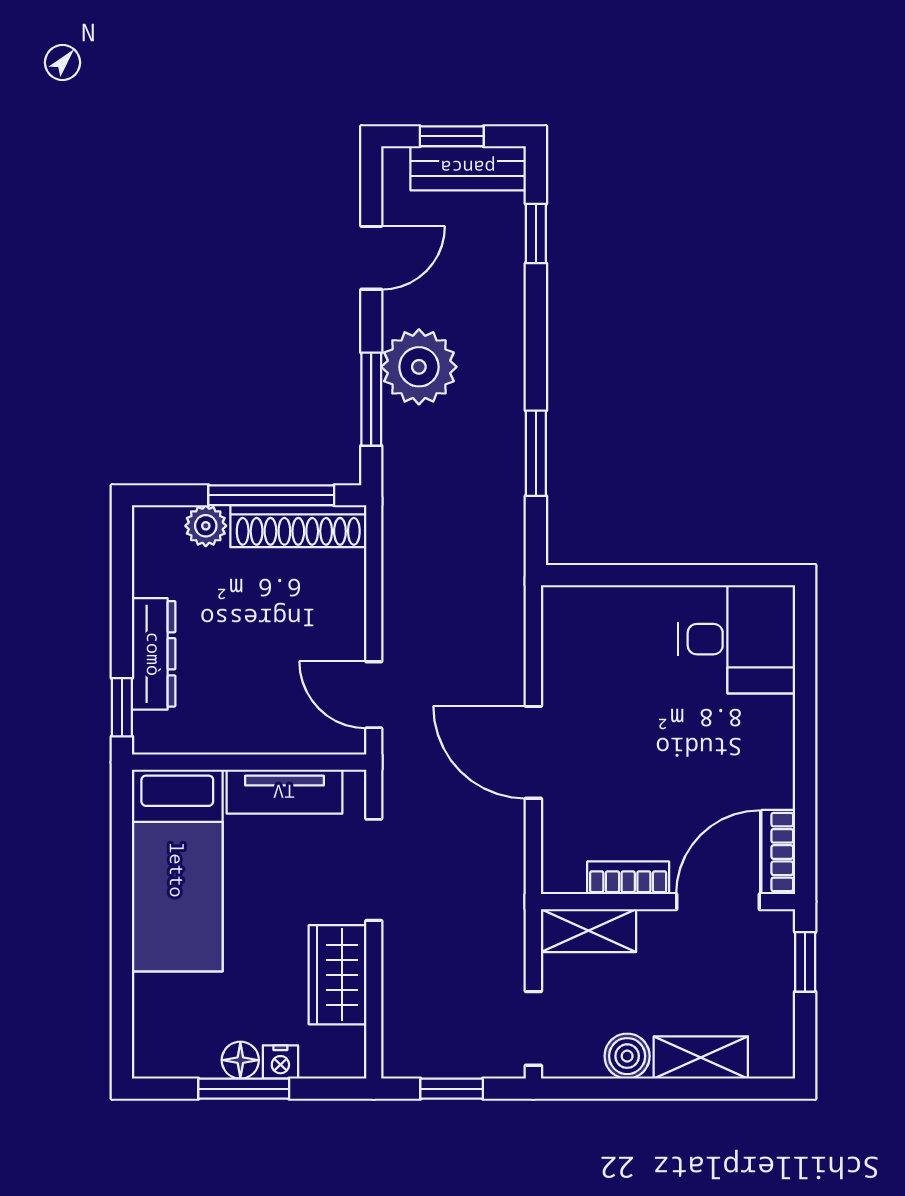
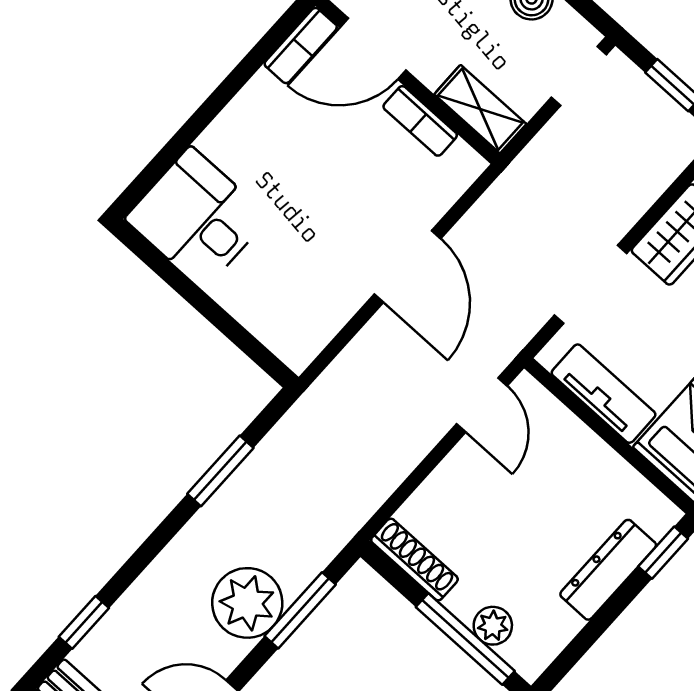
window: (271, 495) -> (465, 639), moved
shoe rack: (298, 526) -> (414, 560), width x0.74, depth x0.81

